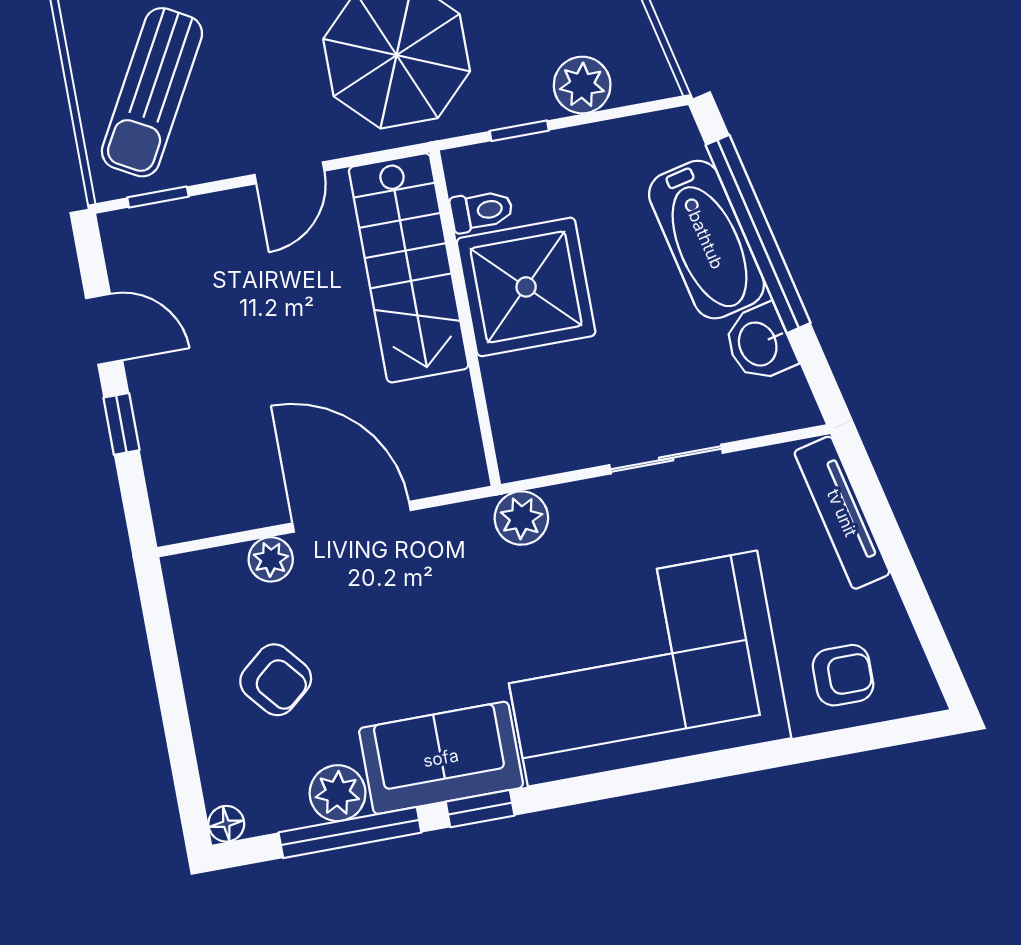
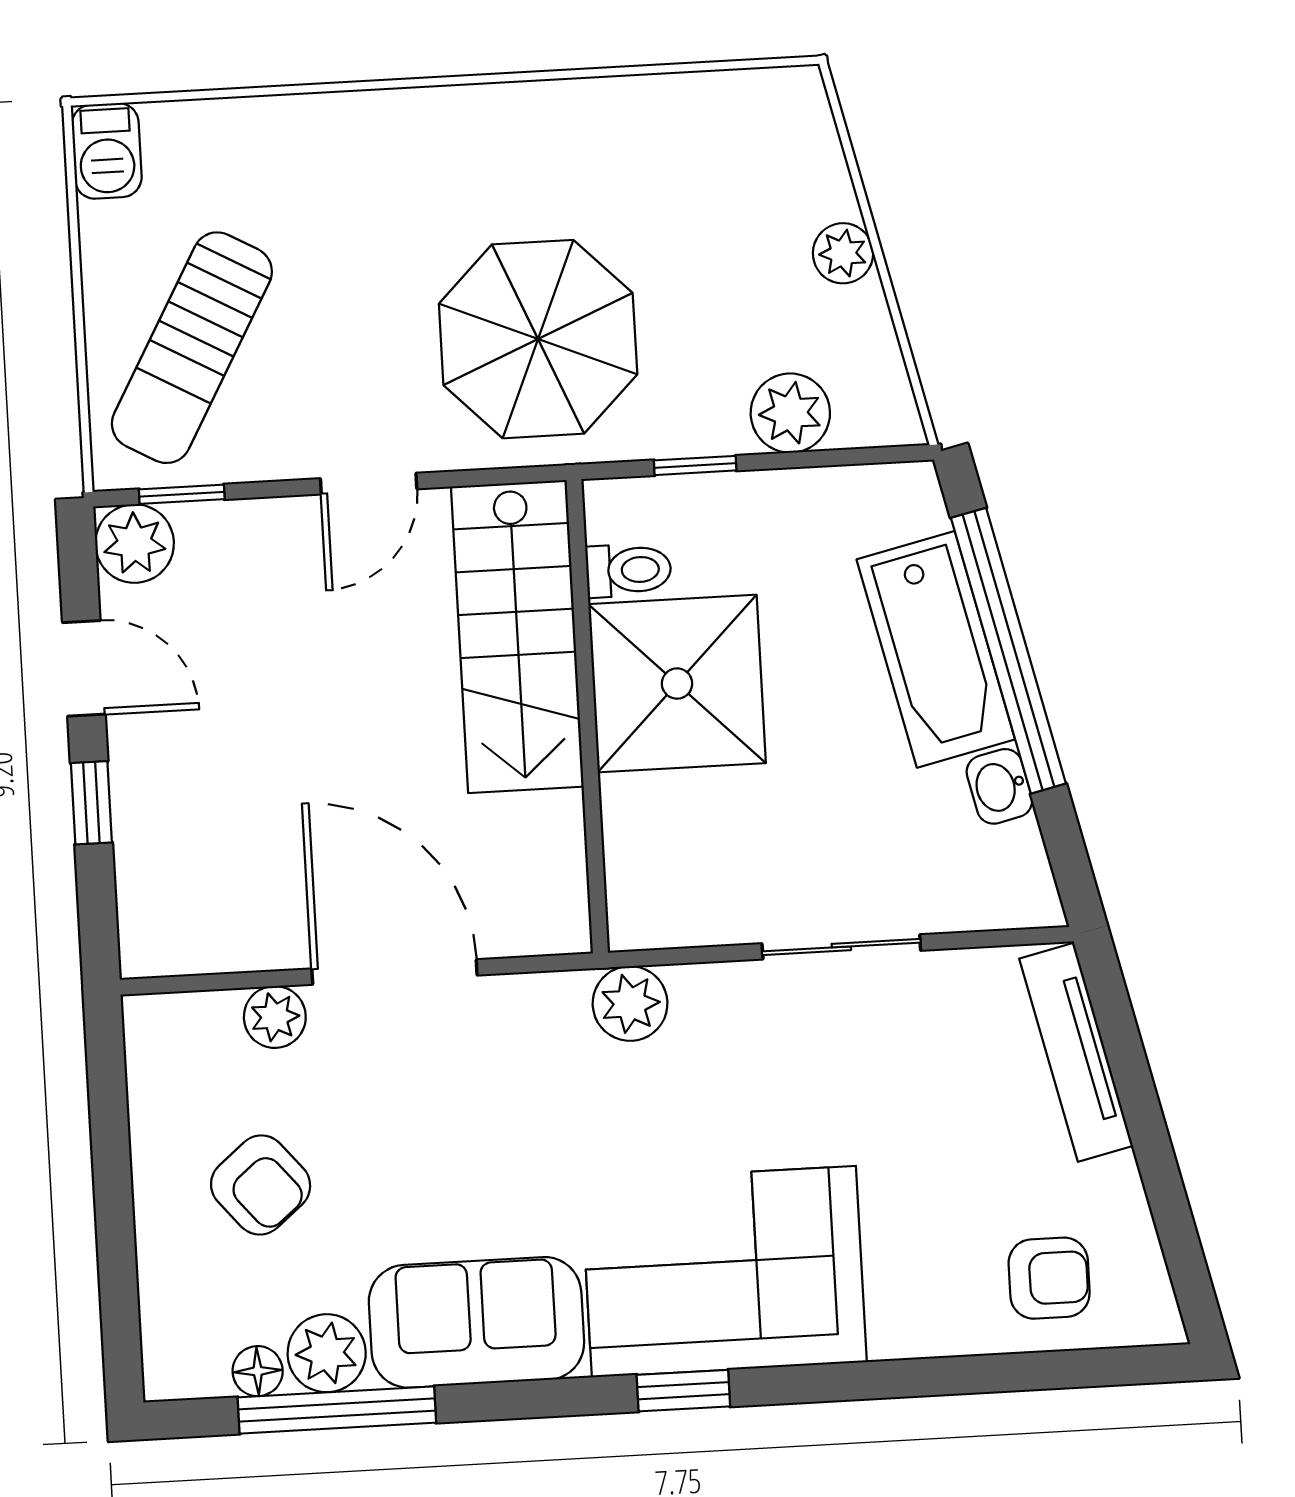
plant: (129, 236) -> (135, 544), added
washbasin: (759, 343) -> (999, 786), width x0.72, depth x0.69
corner sofa: (642, 669) -> (724, 1272), width x0.73, depth x0.74
window: (480, 809) -> (683, 1391), moved
floor lamp: (226, 824) -> (258, 1371), moved

